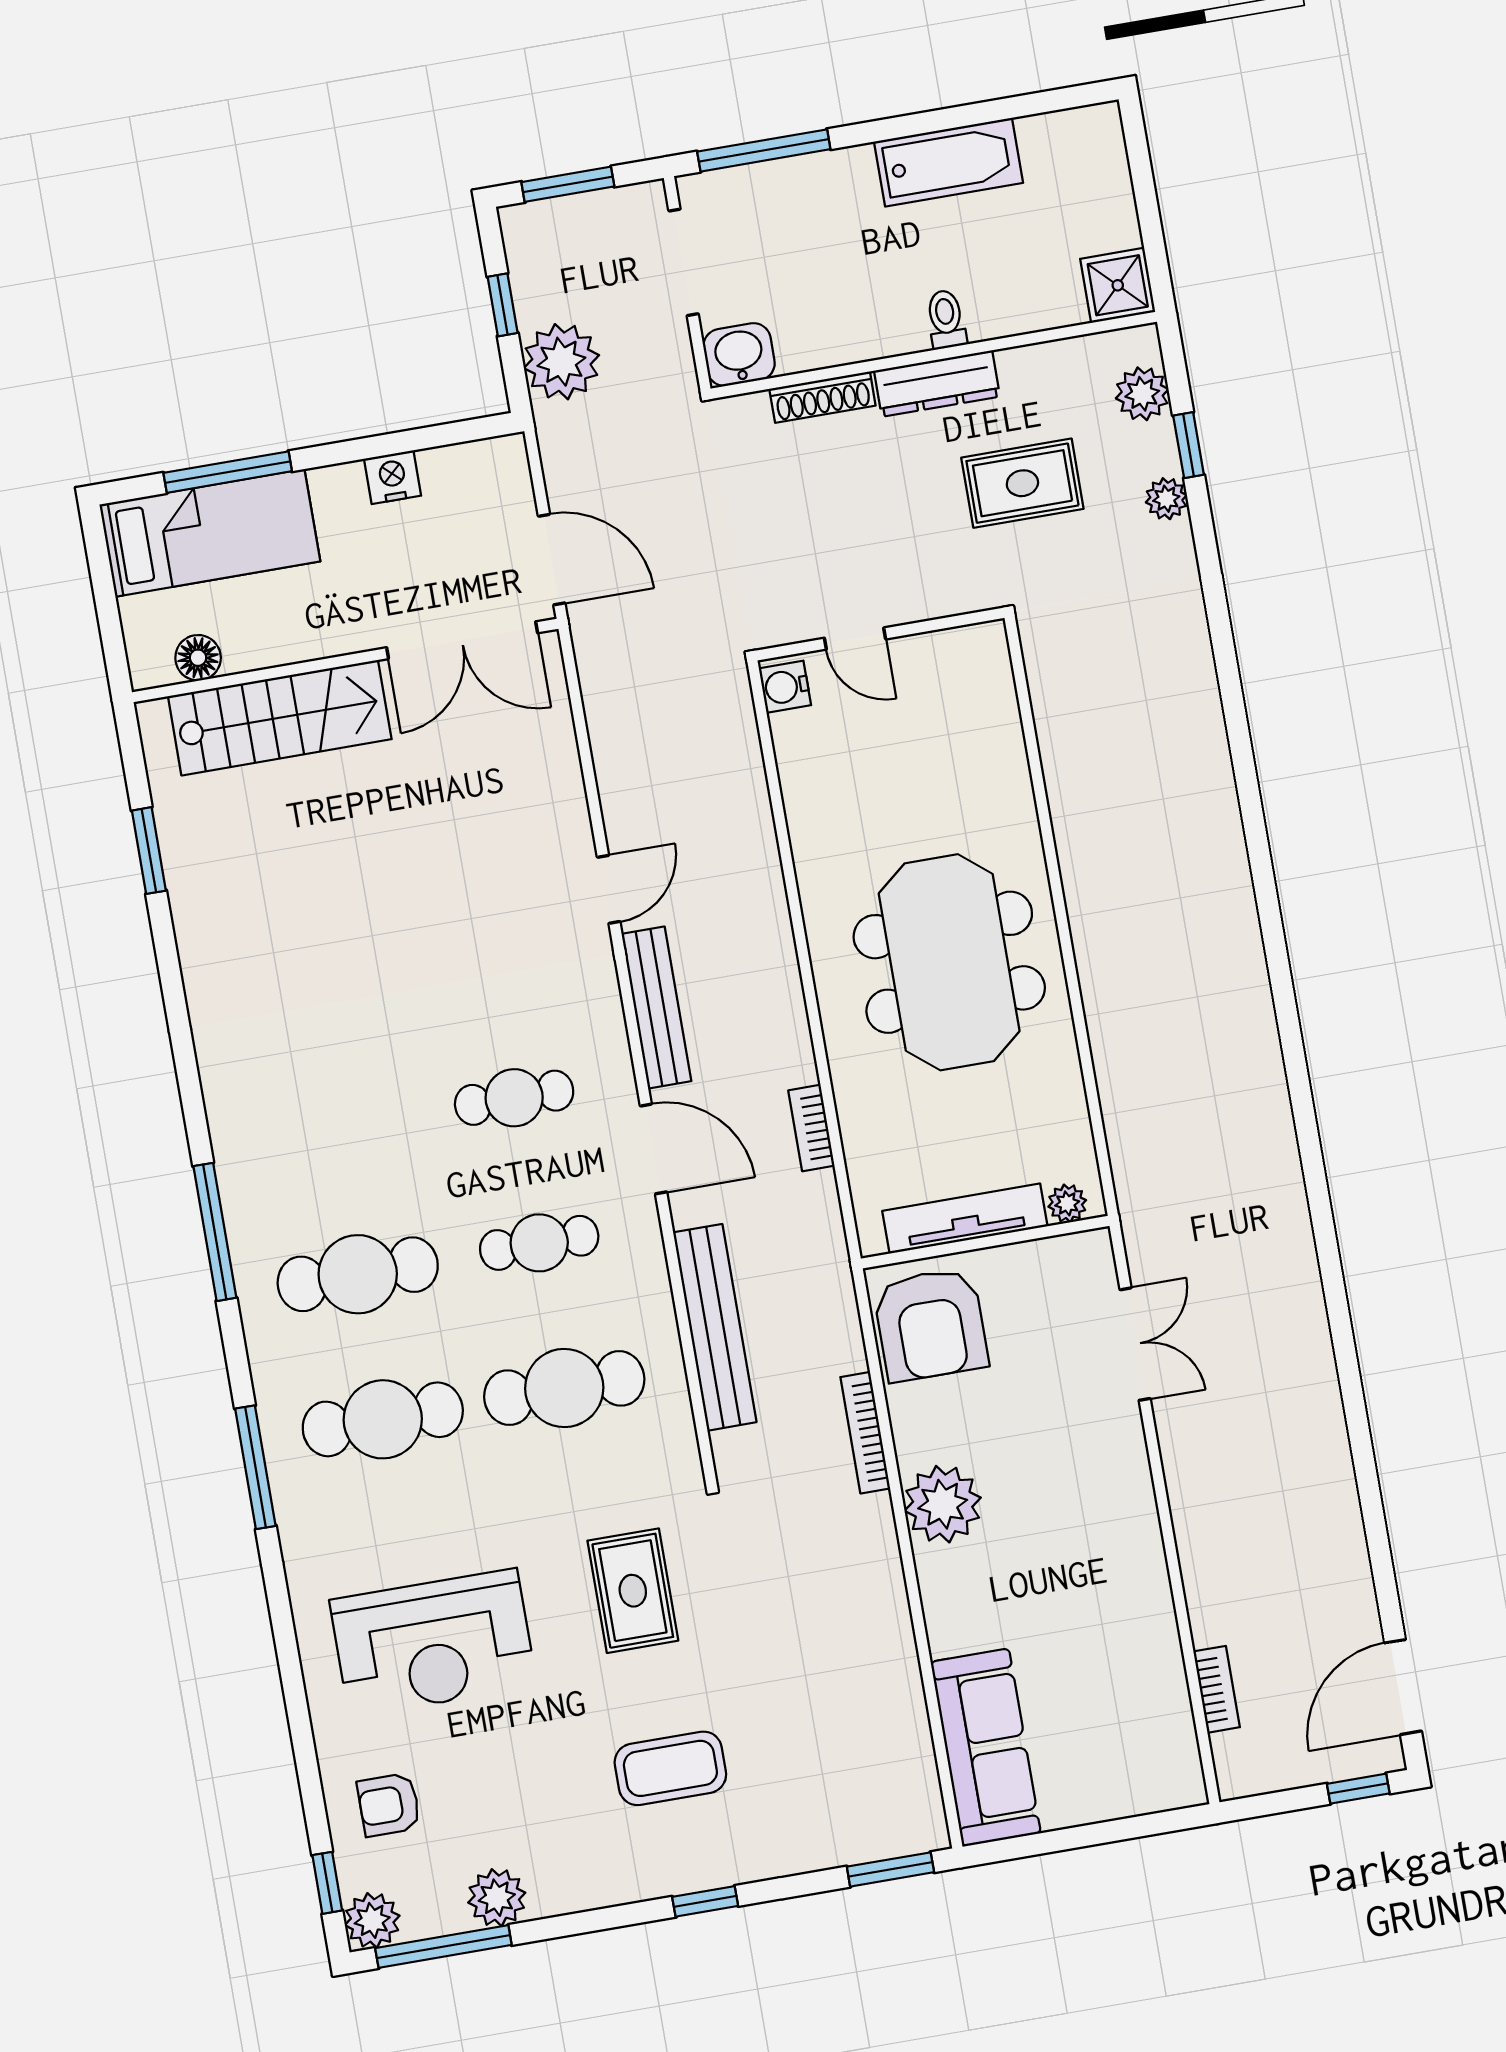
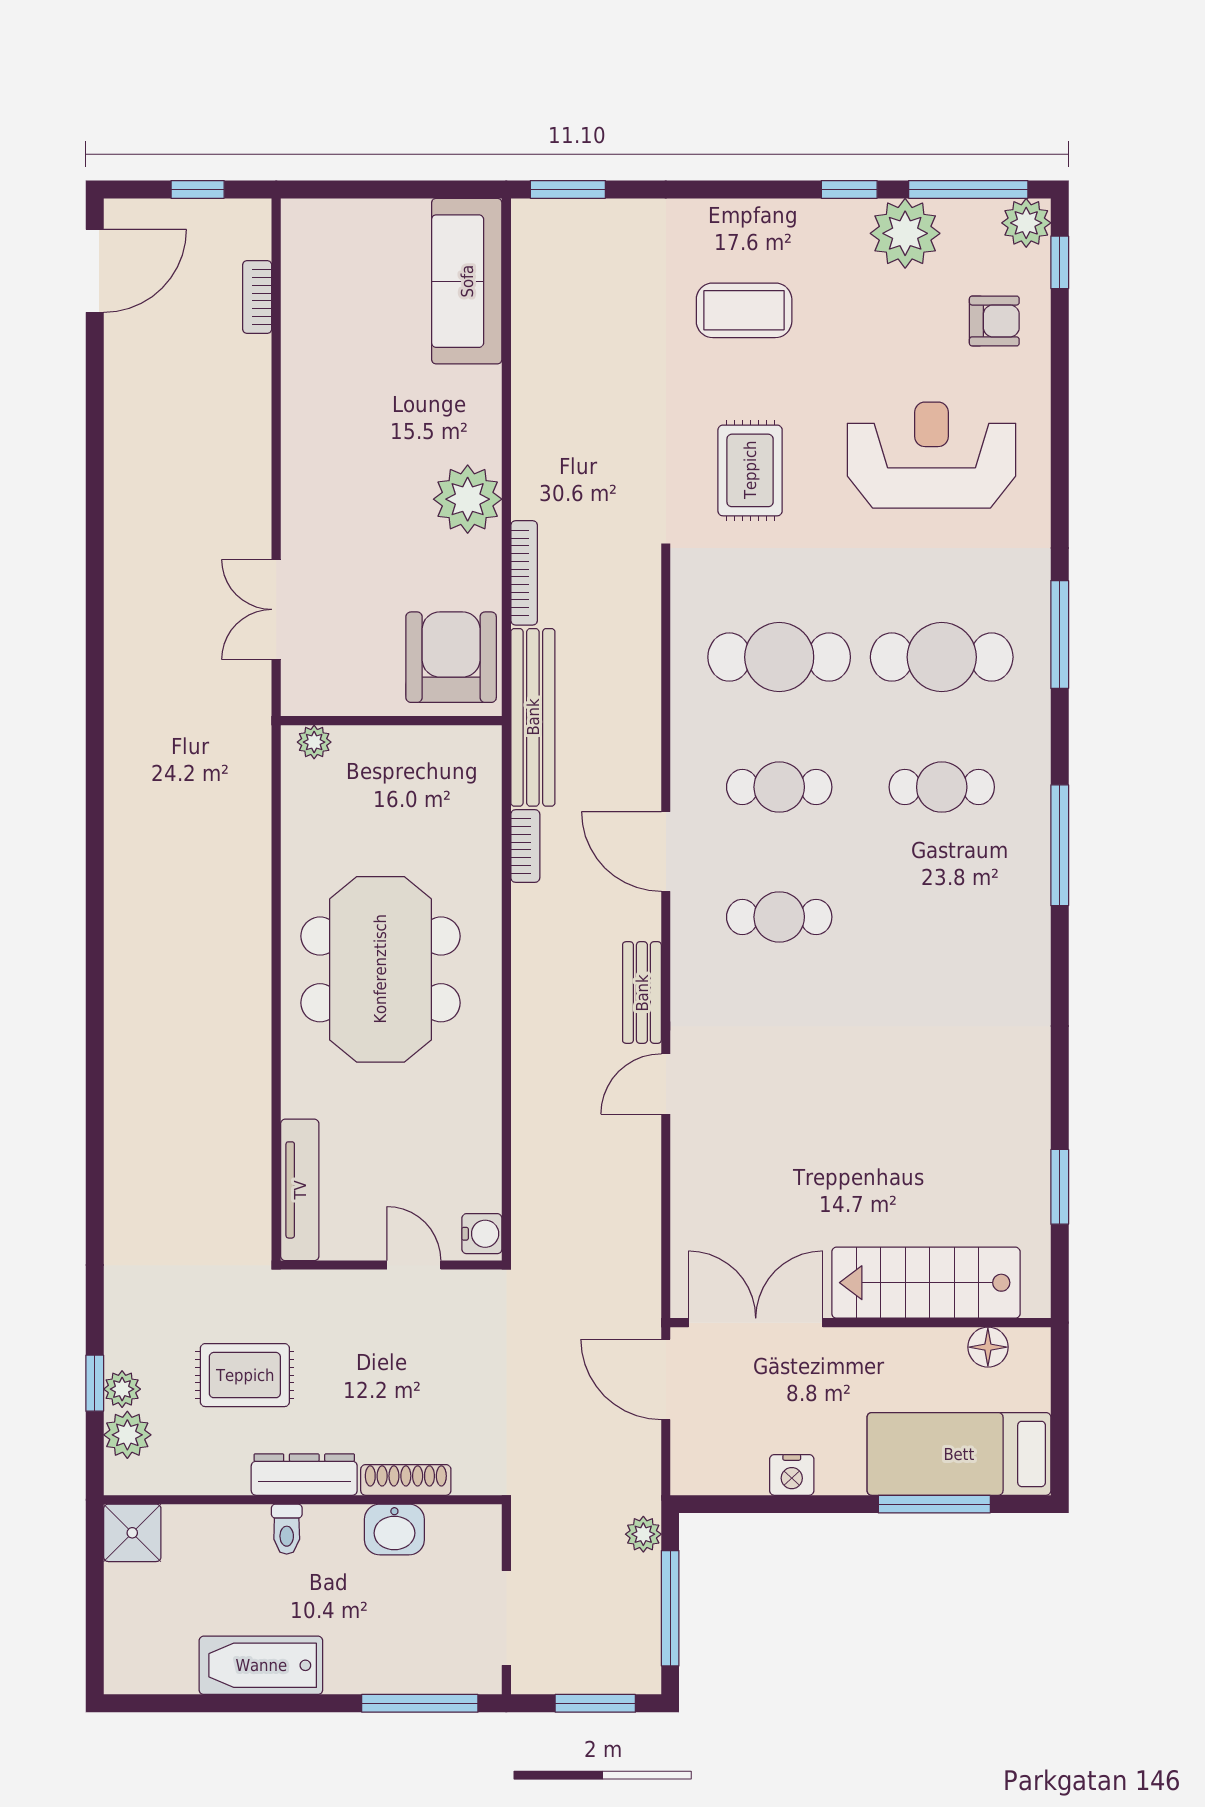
window: (503, 305) -> (670, 1608), width x2.17
washbasin: (739, 355) -> (394, 1529), moved
plant: (561, 362) -> (643, 1534), width x0.53, depth x0.53
plant: (1166, 499) -> (122, 1389), moved
bench: (656, 1008) -> (642, 993), width x0.73
tv unit: (965, 1219) -> (300, 1190), moved, turned -90
cafe table: (358, 1274) -> (942, 787), width x0.73, depth x0.74
bench: (715, 1327) -> (533, 717), moved
window: (1358, 1789) -> (198, 189), moved
plant: (497, 1898) -> (905, 233), width x1.36, depth x1.36
window: (705, 1901) -> (849, 189), moved

